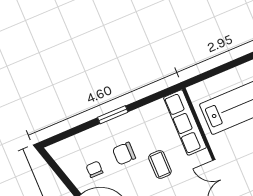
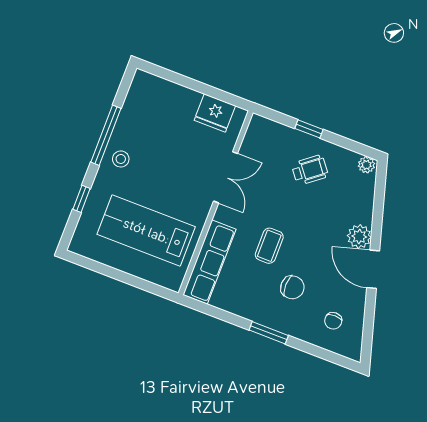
chair: (94, 169) -> (333, 321), moved

